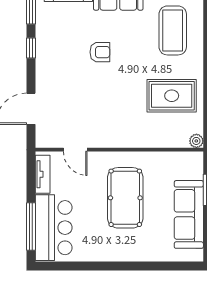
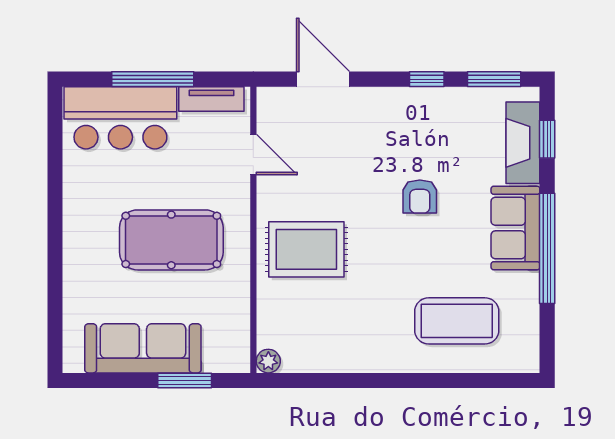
rug: (172, 96) -> (306, 249), moved, turned 90
door: (75, 150) -> (253, 155), swing flipped
window: (31, 227) -> (153, 79), moved

